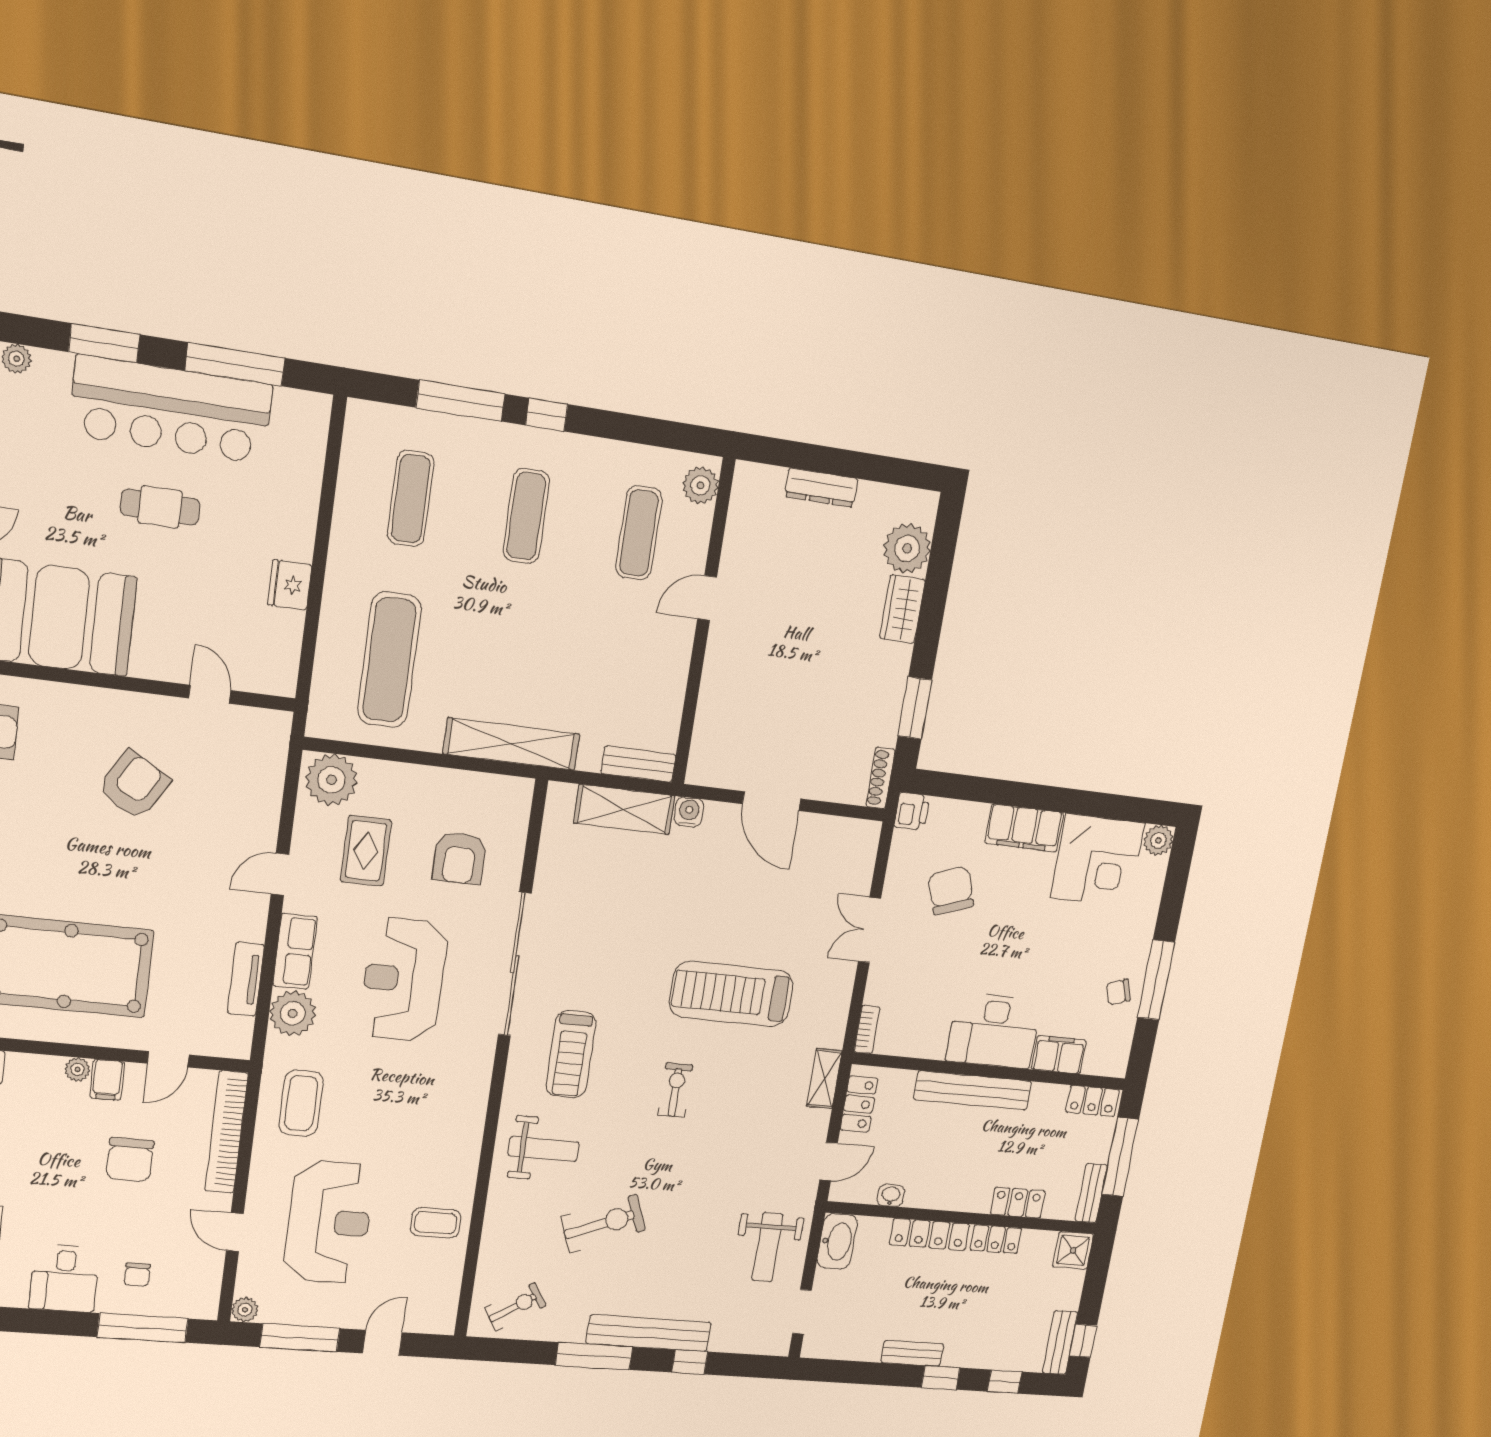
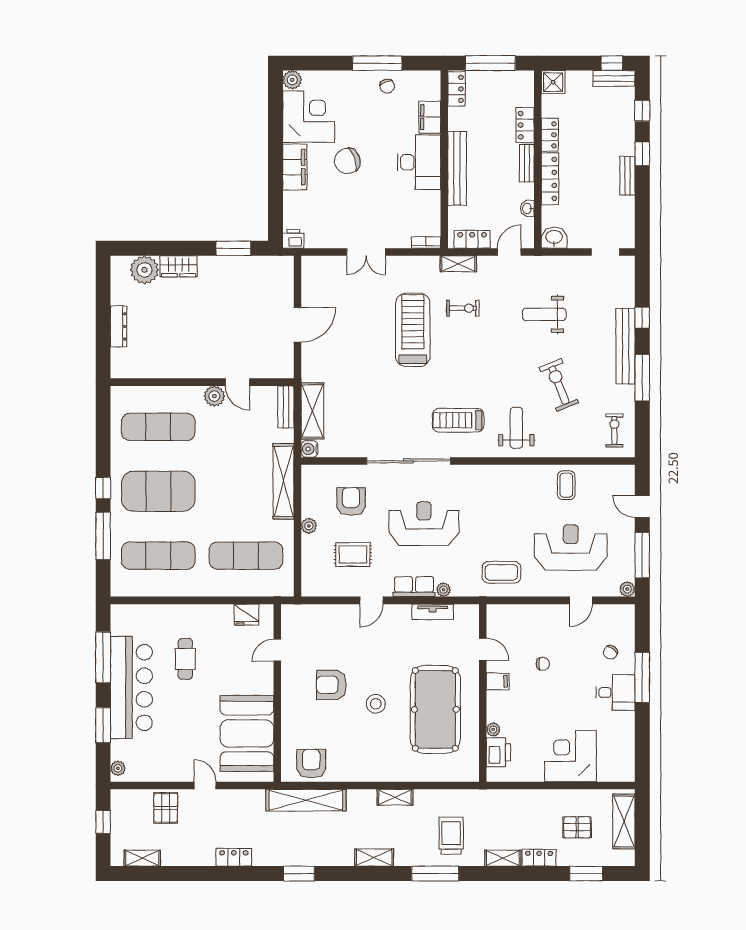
plant: (700, 485) -> (214, 396), moved
exercise mat: (411, 499) -> (158, 556), width x1.36, depth x1.45
cafe table: (160, 507) -> (185, 659), moved
exercise mat: (526, 516) -> (158, 491), width x2.00, depth x1.45
exercise mat: (639, 533) -> (158, 427), width x1.36, depth x1.45
fridge: (290, 585) -> (246, 615), moved
door: (707, 598) -> (237, 382), moved
shoe rack: (881, 778) -> (276, 262), removed
plant: (331, 780) -> (309, 526), moved, width x0.53, depth x0.53
armchair: (134, 785) -> (331, 685), turned -31
water cooler: (689, 812) -> (309, 449), moved
armchair: (459, 858) -> (351, 501), turned -90
stool: (90, 861) -> (376, 704), added
door: (280, 874) -> (371, 600), hinge flipped
chair: (951, 891) -> (347, 161), moved
reception desk: (403, 979) -> (424, 524), turned 180
treadmill: (731, 994) -> (413, 330), turned 180
plant: (293, 1013) -> (444, 590), width x0.53, depth x0.53
treadmill: (571, 1054) -> (458, 420), turned 180
plant: (77, 1069) -> (493, 729), moved
exercise bike: (675, 1090) -> (463, 308), moved, turned 180
bookcase: (226, 1132) -> (522, 612), removed
chair: (130, 1160) -> (543, 664), width x0.54, depth x0.54
door: (829, 1161) -> (509, 252), hinge flipped
bench: (1091, 1193) -> (527, 163), moved, turned 90
washbasin: (837, 1241) -> (554, 238), width x0.72
weight bench: (768, 1247) -> (544, 314), moved, turned 180
chair: (137, 1275) -> (610, 652), turned 128
exercise bike: (515, 1307) -> (614, 430), turned 33
window: (143, 1328) -> (642, 677), moved

